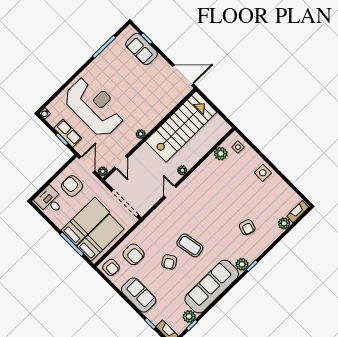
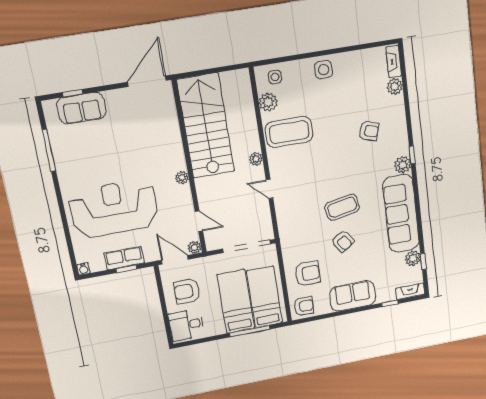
coffee table: (212, 179) -> (289, 132), added

